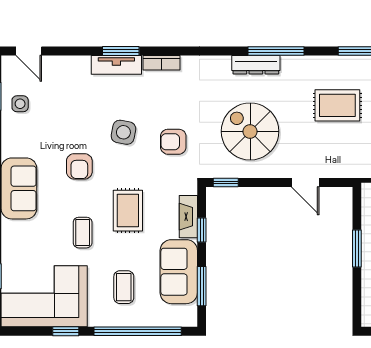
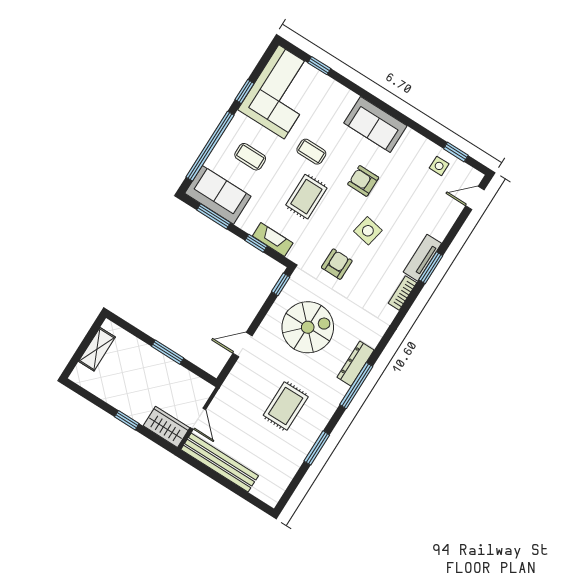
rug: (128, 211) -> (306, 197), turned 90
sofa: (179, 272) -> (218, 195), moved

